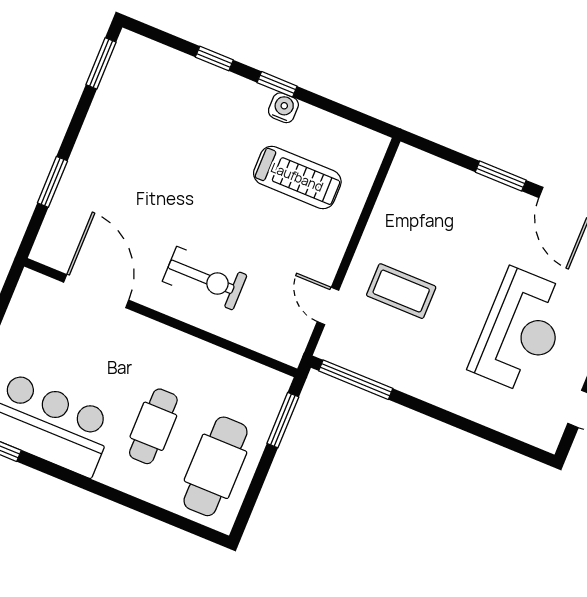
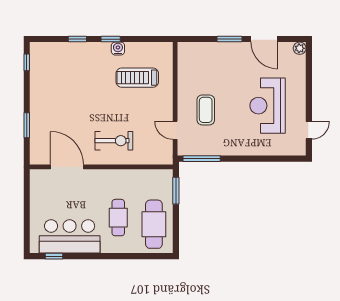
window: (101, 63) -> (27, 62), width x0.67
treadmill: (297, 177) -> (137, 78), turned 180
coffee table: (401, 291) -> (206, 110), turned 90
reception desk: (521, 331) -> (268, 106), turned 180

